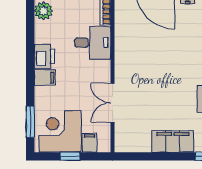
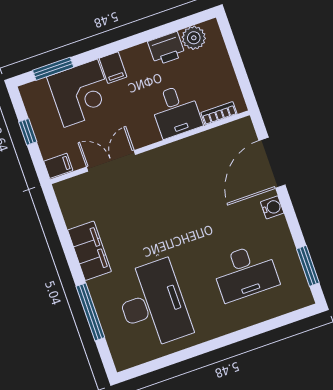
printer: (44, 56) -> (167, 49), moved
corner desk: (60, 131) -> (81, 93), moved, turned 90
filing cabinet: (89, 143) -> (58, 166), moved

